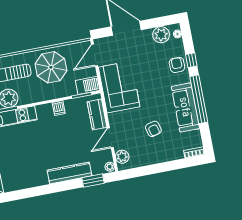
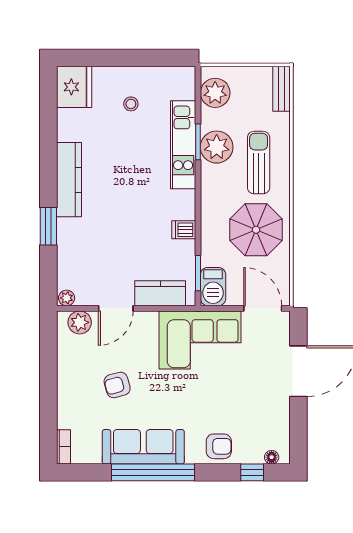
plant: (161, 35) -> (276, 429), removed
window: (191, 60) -> (252, 472), moved
door: (110, 138) -> (116, 308), swing flipped
kitchen counter: (69, 173) -> (69, 180), moved
window: (93, 181) -> (48, 226), moved

